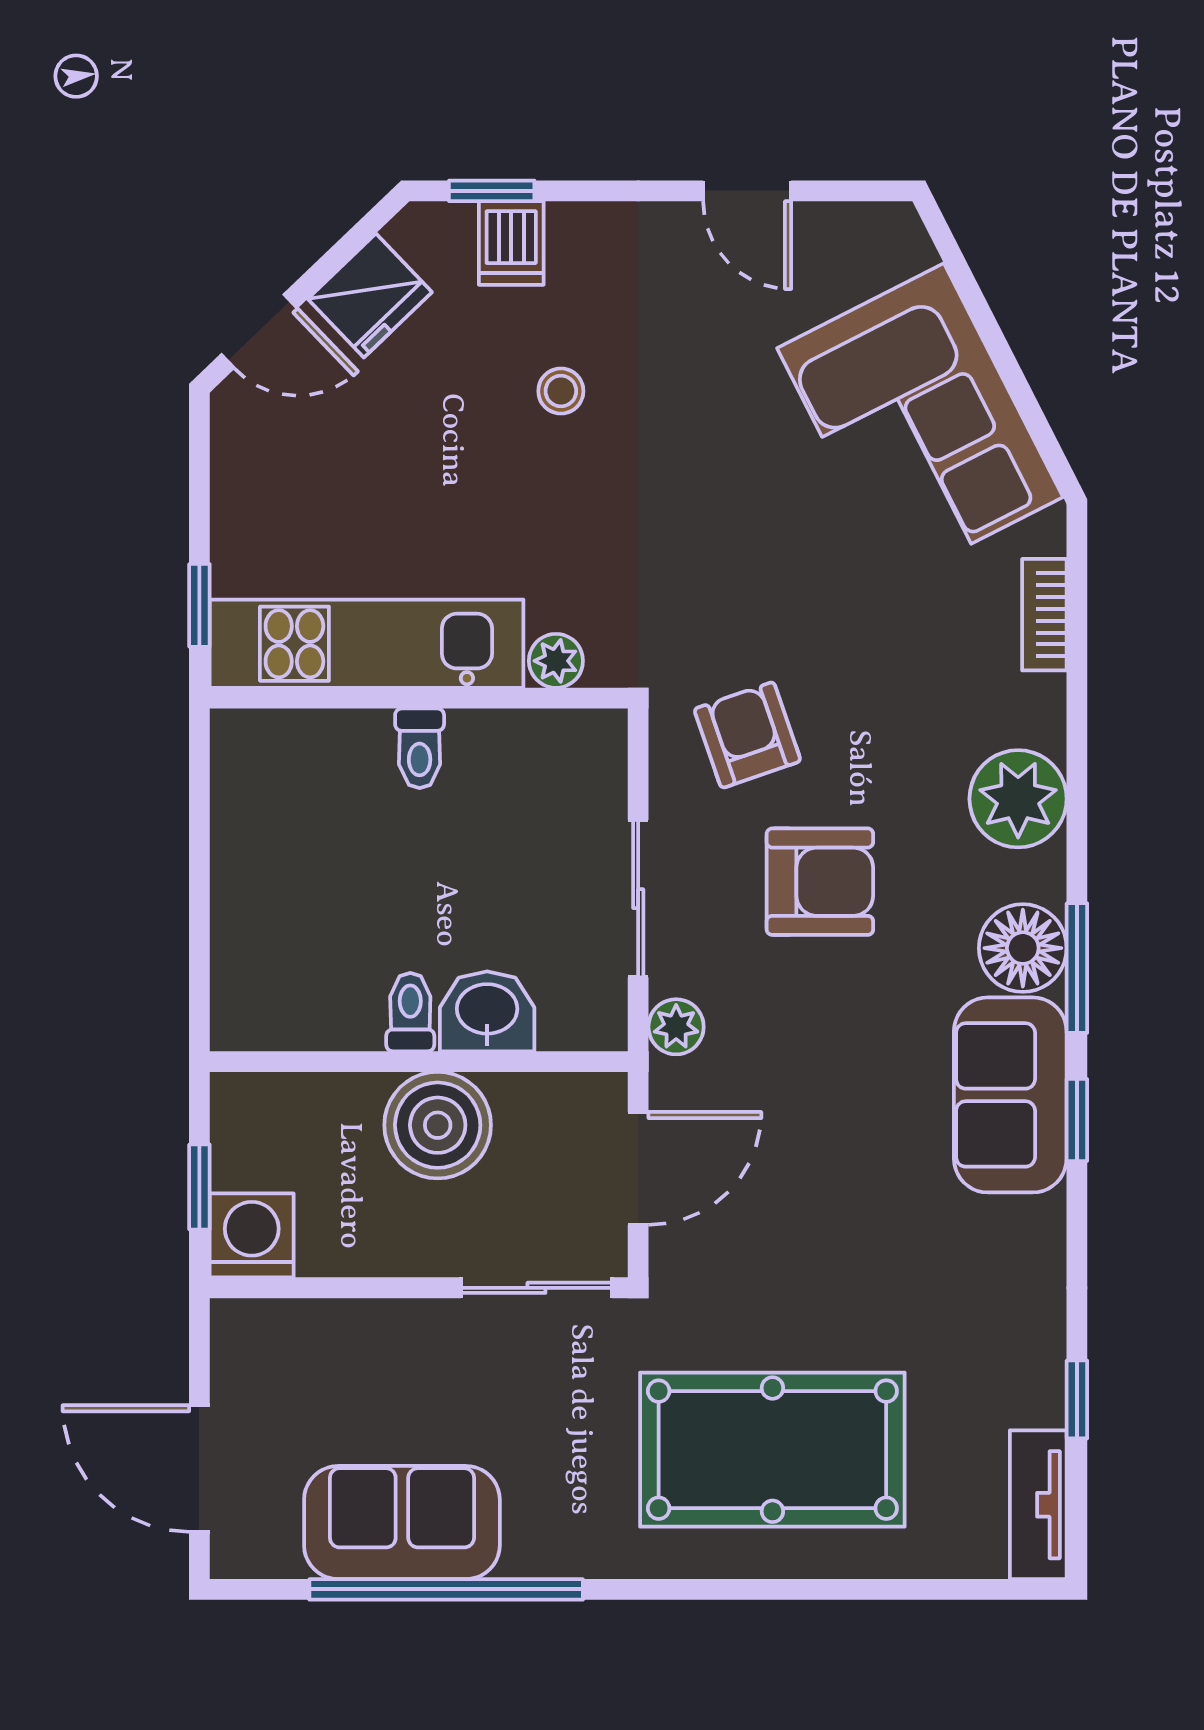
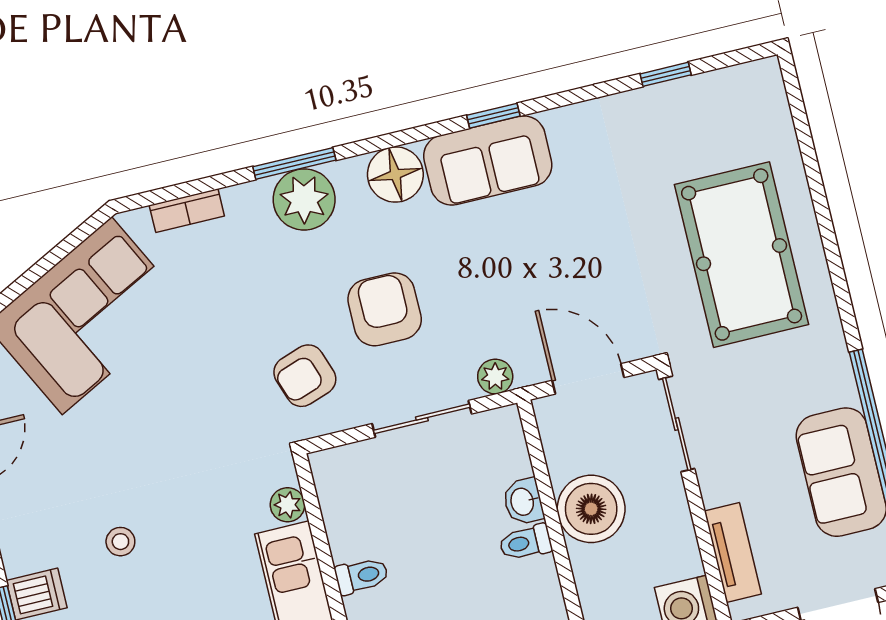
window: (1077, 968) -> (294, 163), moved
washbasin: (487, 1011) -> (523, 502), width x0.72, depth x0.69
tv unit: (1038, 1505) -> (733, 552), moved, turned -90

